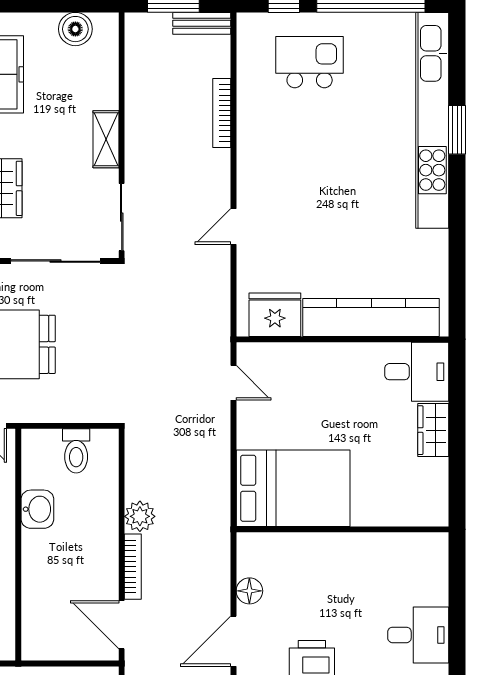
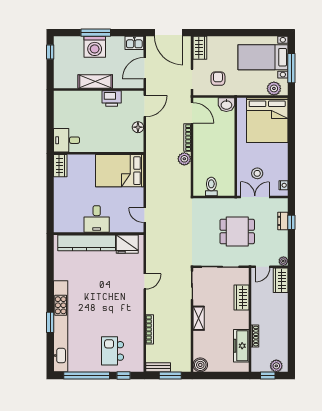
boiler: (75, 29) -> (200, 365), moved
kitchen island: (310, 62) -> (113, 351), turned 90
desk: (417, 372) -> (97, 219), moved, turned -90
wardrobe: (433, 430) -> (60, 166), moved
washbasin: (37, 509) -> (226, 105), moved, turned -90
desk: (418, 635) -> (67, 140), moved

